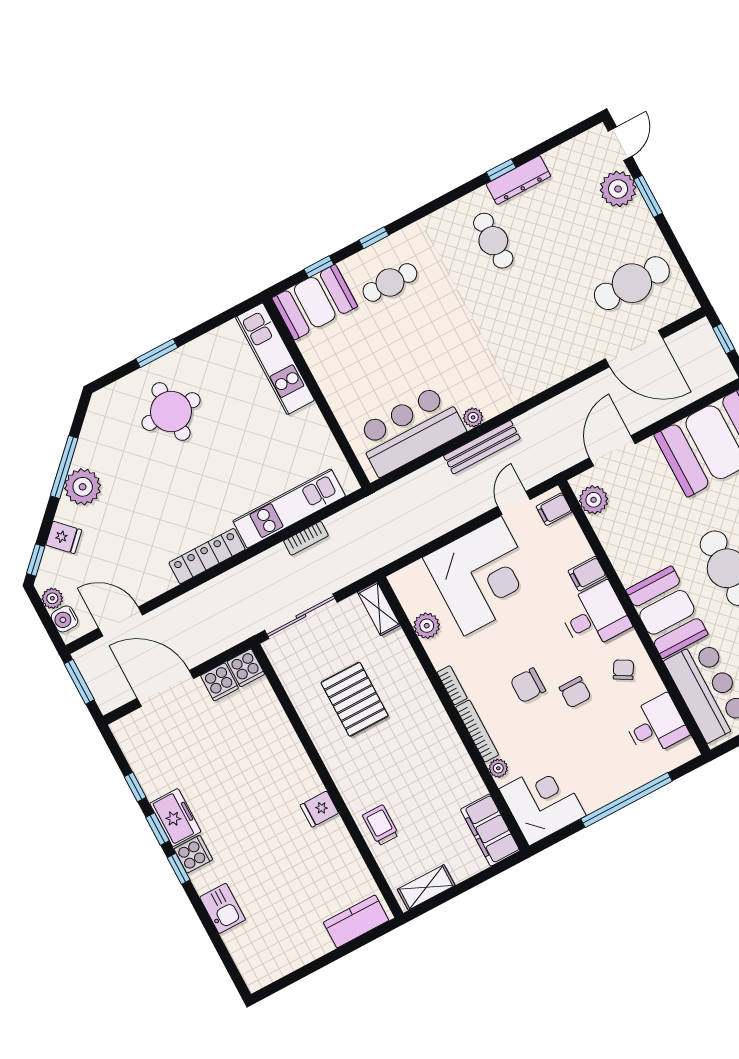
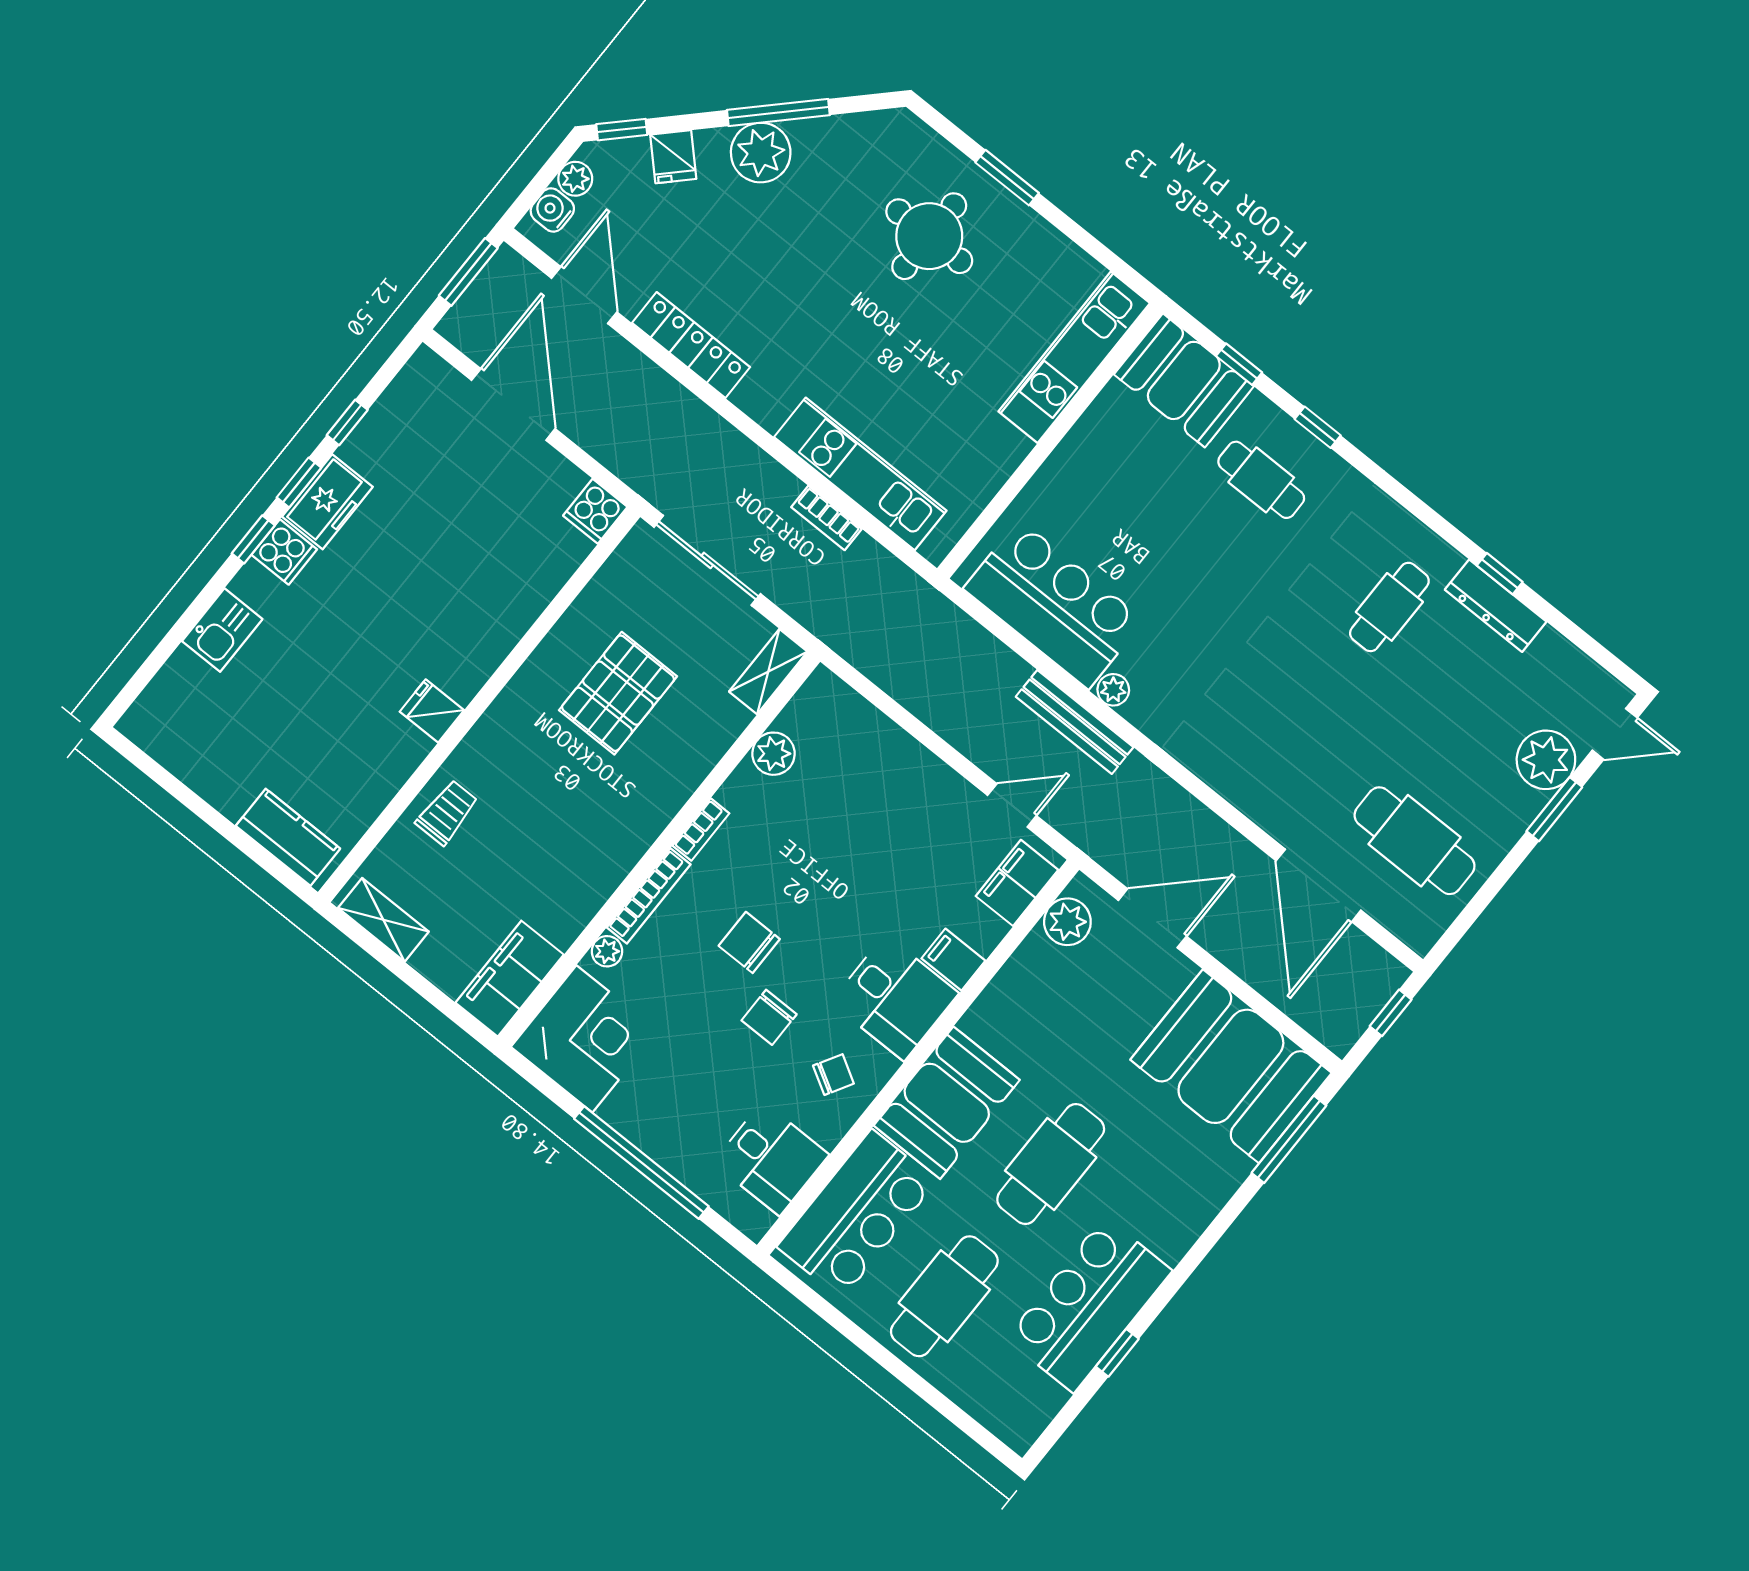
filing cabinet: (554, 509) -> (1017, 883), width x2.00
locker: (207, 556) -> (691, 345), moved
corner desk: (483, 576) -> (883, 805), removed
cooker: (220, 682) -> (557, 481), removed

